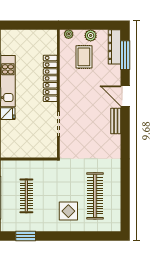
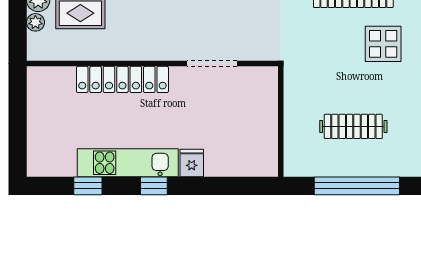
plant: (69, 34) -> (35, 22), moved

